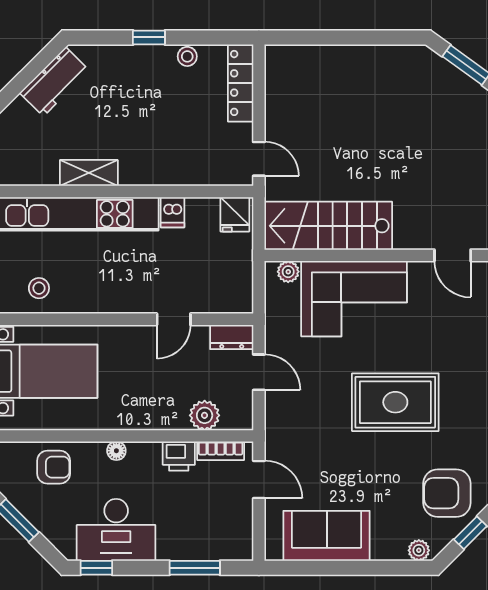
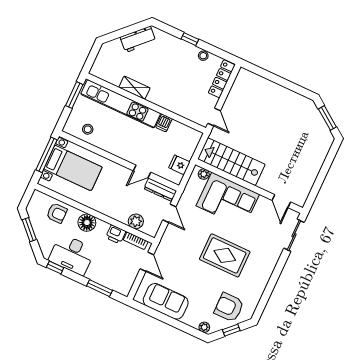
fridge: (235, 214) -> (179, 165), moved, turned 90
dresser: (232, 337) -> (160, 190), width x1.44
floor lamp: (116, 451) -> (87, 223), width x1.89, depth x1.89

